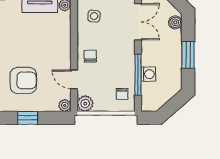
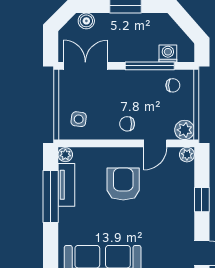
washing machine: (148, 74) -> (168, 53), moved
armchair: (23, 80) -> (123, 184), moved

